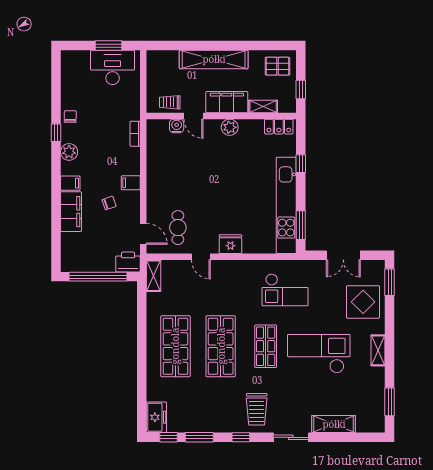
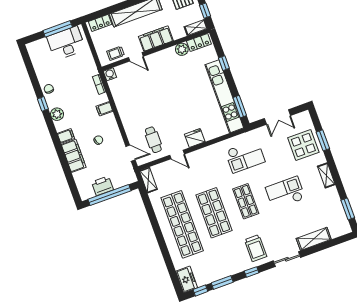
window: (109, 46) -> (58, 29), width x1.44
locker: (164, 57) -> (100, 23), added
shelving: (263, 106) -> (196, 28), moved
water cooler: (177, 126) -> (110, 74), moved
plant: (230, 127) -> (182, 49), moved
filing cabinet: (131, 183) -> (104, 109), moved
printer: (128, 262) -> (102, 186), moved
window: (390, 282) -> (323, 140), moved
shop shelf: (175, 346) -> (182, 224), width x1.40
checkout: (319, 354) -> (285, 193), width x0.73, depth x0.83

